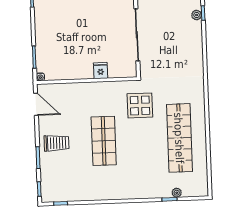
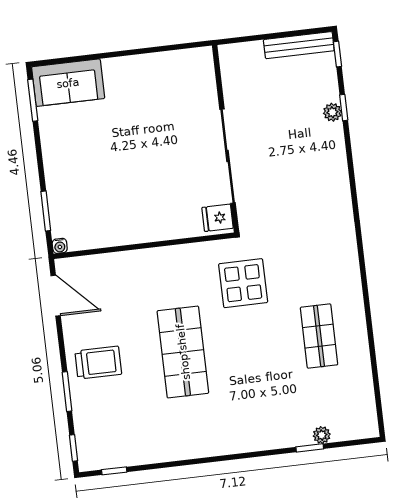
fridge: (101, 71) -> (218, 218), moved, turned -90
shop shelf: (179, 138) -> (319, 336), width x0.50, depth x0.74

